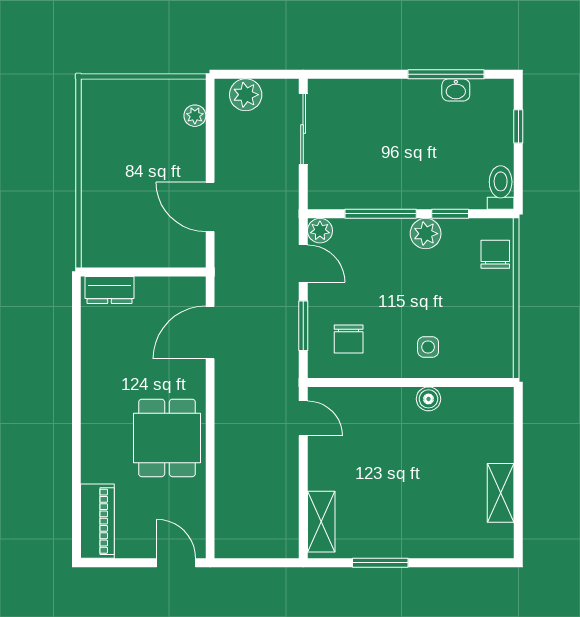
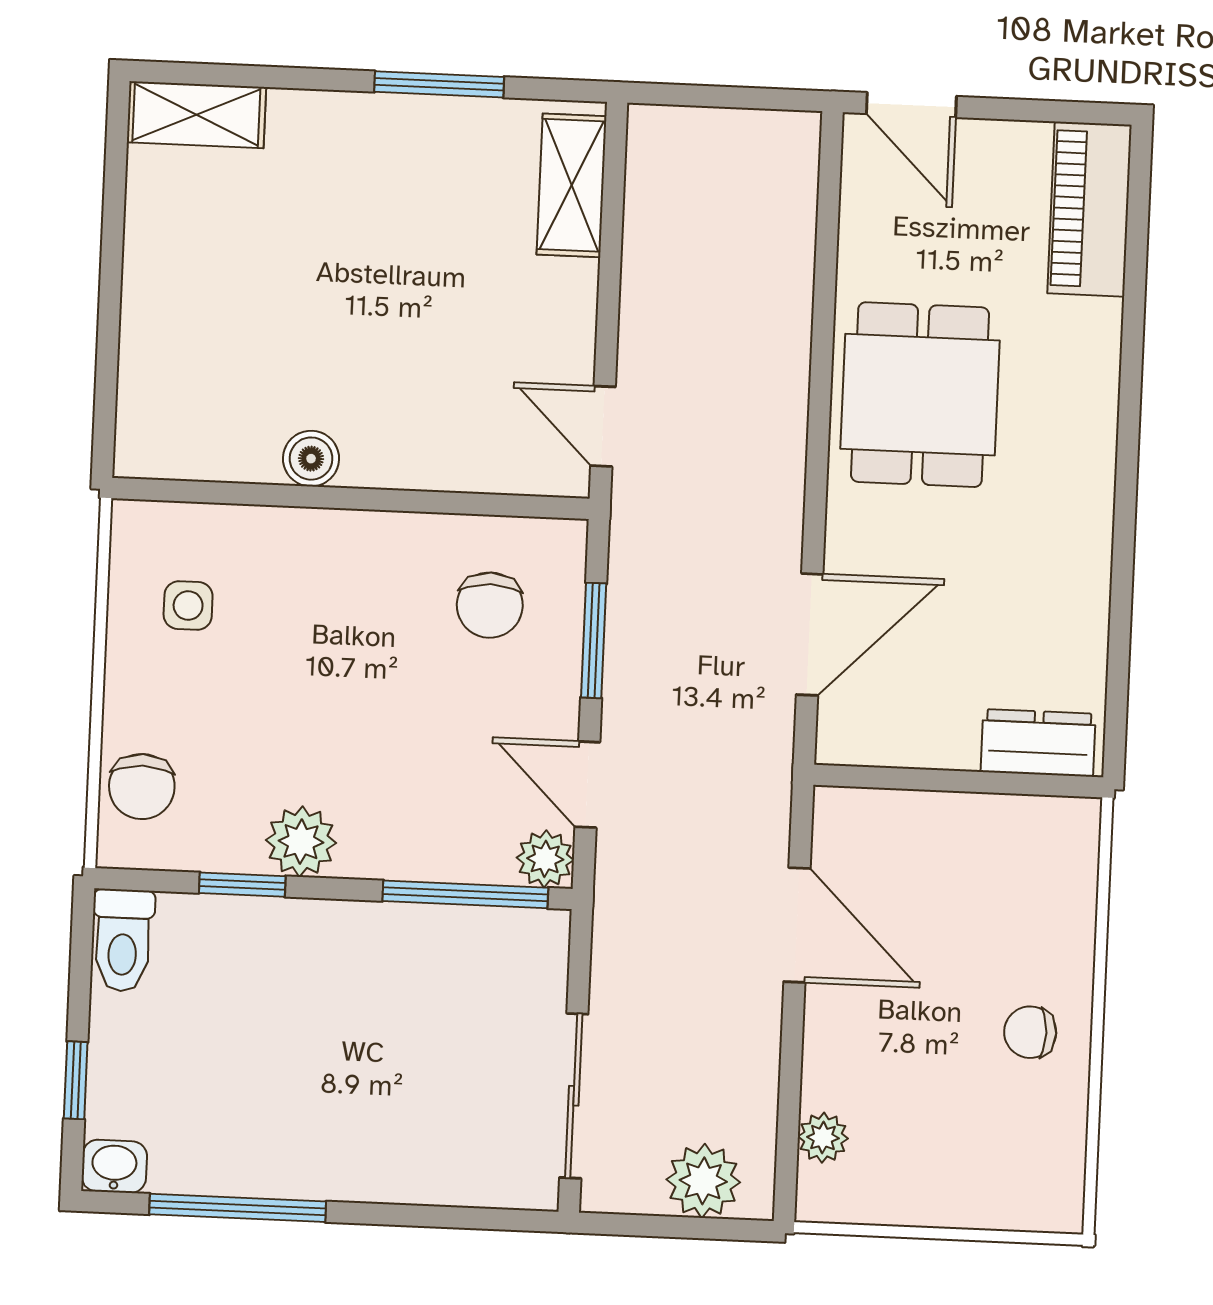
washbasin: (456, 90) -> (114, 1166), moved
chair: (108, 165) -> (1030, 1032), added
window: (381, 214) -> (465, 894), moved
chair: (349, 339) -> (490, 605), turned 180
side table: (428, 347) -> (188, 606), moved
shelving: (501, 493) -> (196, 115), moved, turned 90

